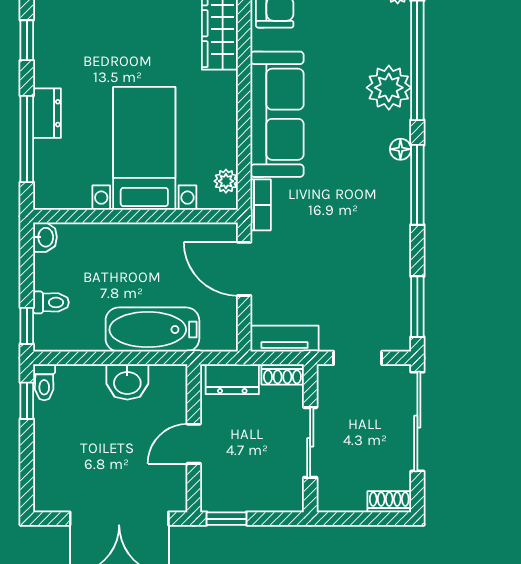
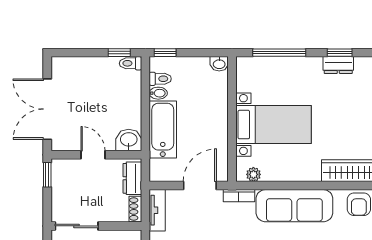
dresser: (47, 113) -> (338, 65), moved
toilet: (51, 302) -> (160, 79), moved, turned -90
bidet: (93, 337) -> (158, 93), added
washbasin: (127, 382) -> (129, 140), moved, turned 90
sliding door: (310, 442) -> (77, 226), moved

